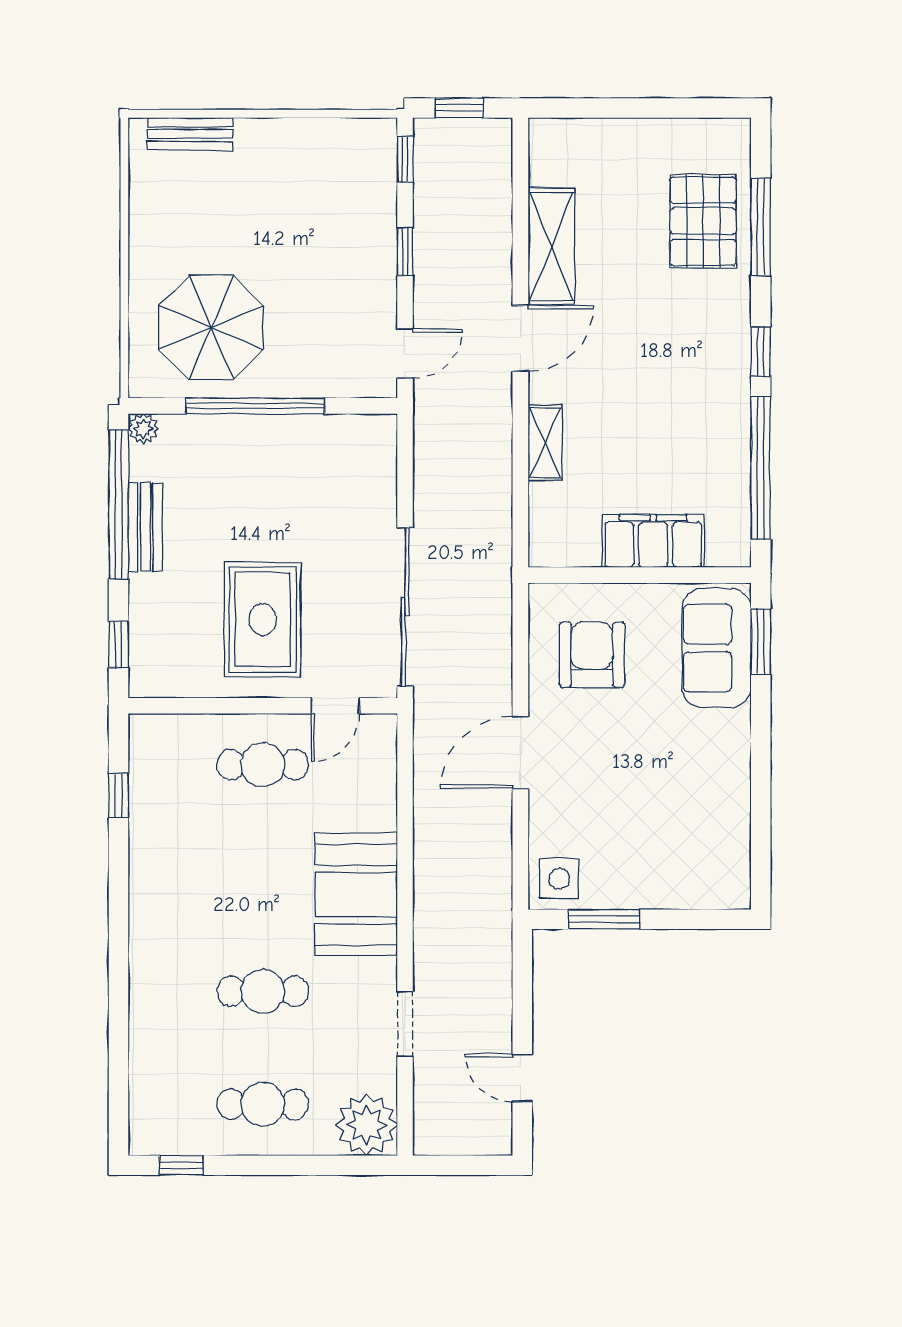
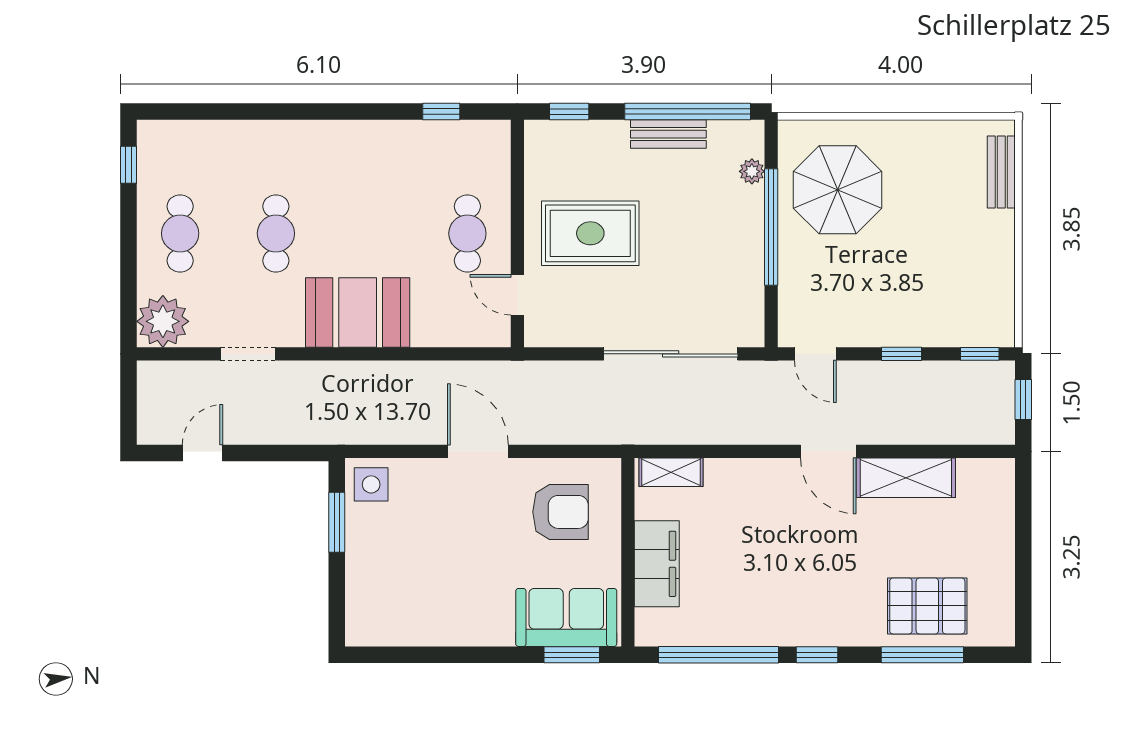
plant: (143, 429) -> (752, 171), moved
shelving: (545, 443) -> (671, 472), moved
sliding door: (405, 607) -> (671, 354), moved

